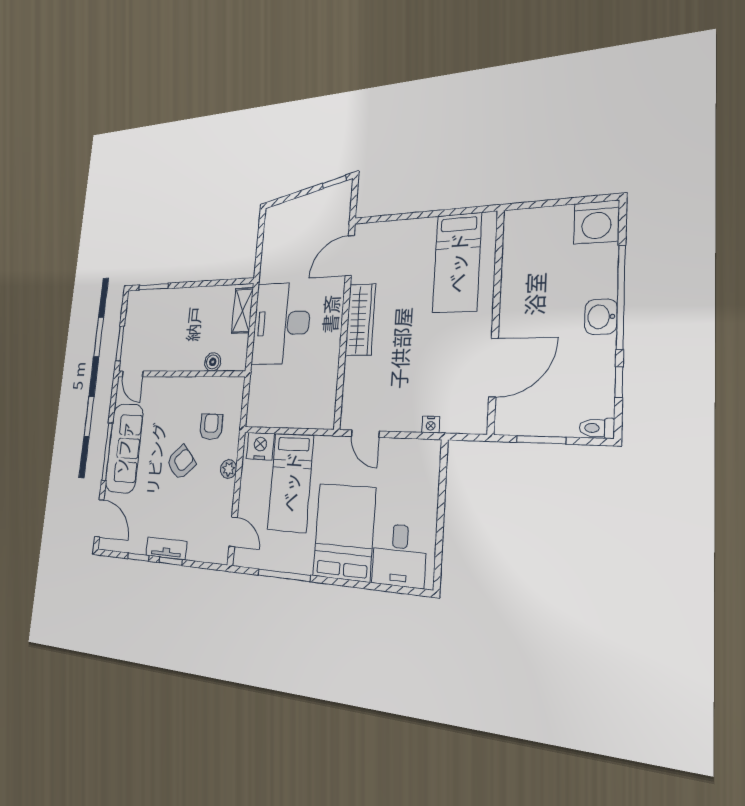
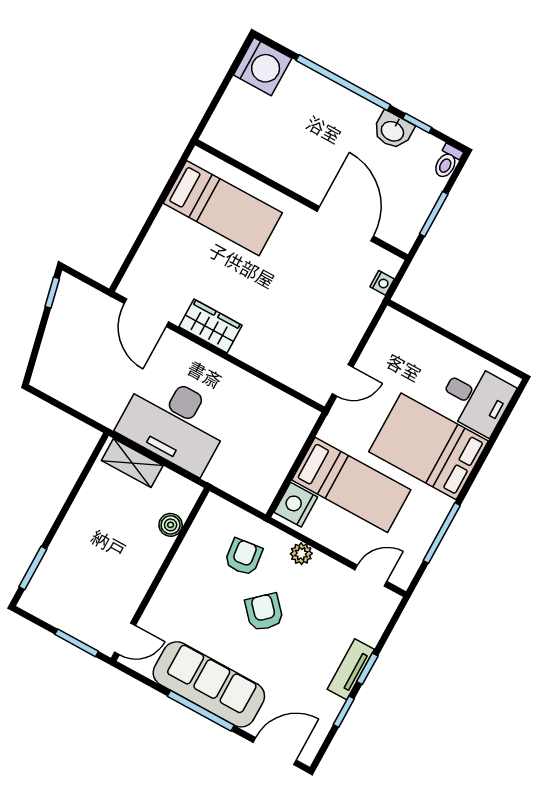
washbasin: (601, 317) -> (393, 131), moved
wardrobe: (360, 320) -> (210, 326), width x0.67
nightstand: (431, 425) -> (382, 283), moved
armchair: (211, 427) -> (243, 557), turned 83

